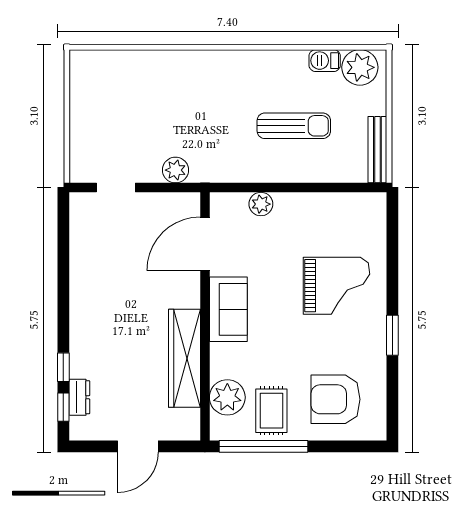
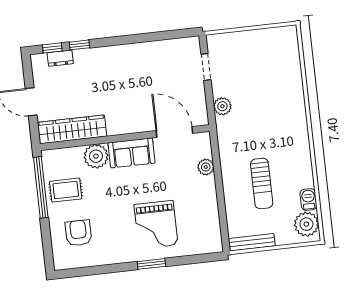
window: (392, 335) -> (151, 264), moved
wardrobe: (184, 358) -> (72, 129), moved
plant: (227, 397) -> (96, 156), moved
armchair: (336, 399) -> (78, 233), width x0.73, depth x0.73

